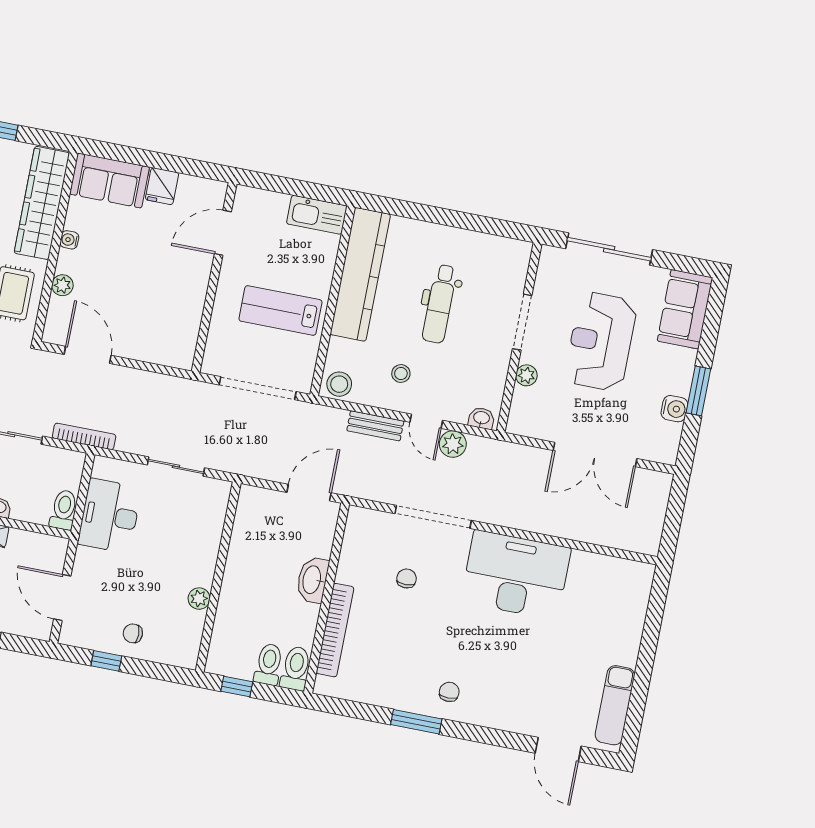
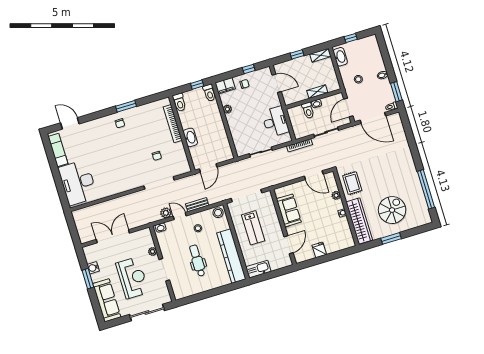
sofa: (109, 181) -> (289, 210), moved, turned 90
sofa: (685, 309) -> (107, 300), width x1.36
lab bench: (280, 310) -> (253, 228), turned 90
toilet: (64, 510) -> (308, 110), moved
desk: (516, 575) -> (78, 183), moved, turned 90
filing cabinet: (177, 652) -> (225, 86), added
toilet: (269, 664) -> (209, 93), moved

